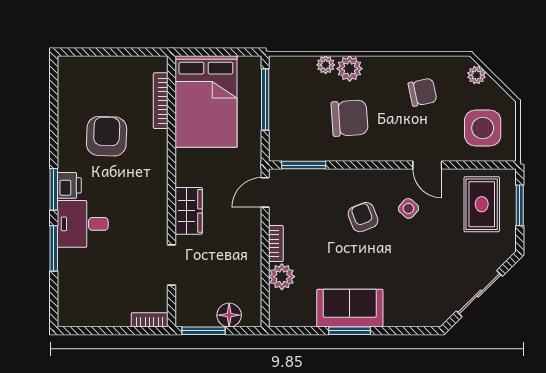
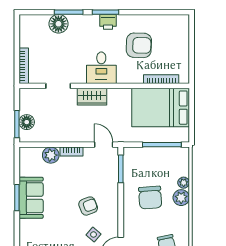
desk: (83, 224) -> (101, 68), moved, turned 180
floor lamp: (72, 264) -> (58, 24), added
bookcase: (150, 320) -> (24, 66), width x1.56
window: (203, 331) -> (17, 124), moved

